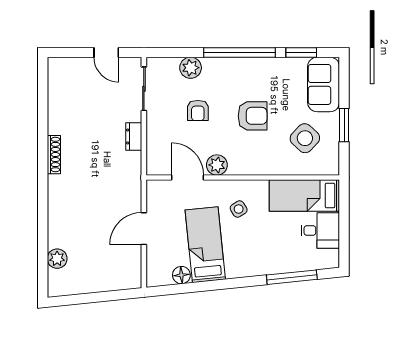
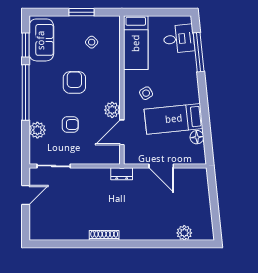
sofa: (324, 84) -> (41, 40), moved, turned -90
dresser: (134, 136) -> (122, 174), moved
side table: (305, 138) -> (92, 42), width x0.54, depth x0.54
desk: (320, 231) -> (179, 39), moved, turned 84

